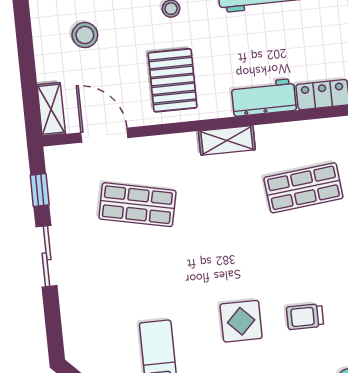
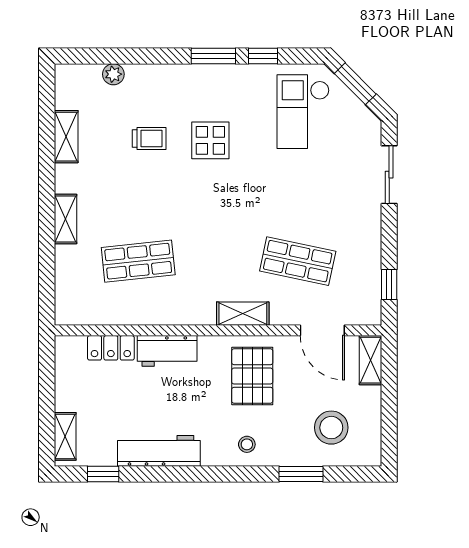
stool: (85, 35) -> (331, 428), width x1.38, depth x1.38
shelving: (227, 140) -> (243, 314), moved
sliding door: (46, 256) -> (389, 175), moved

